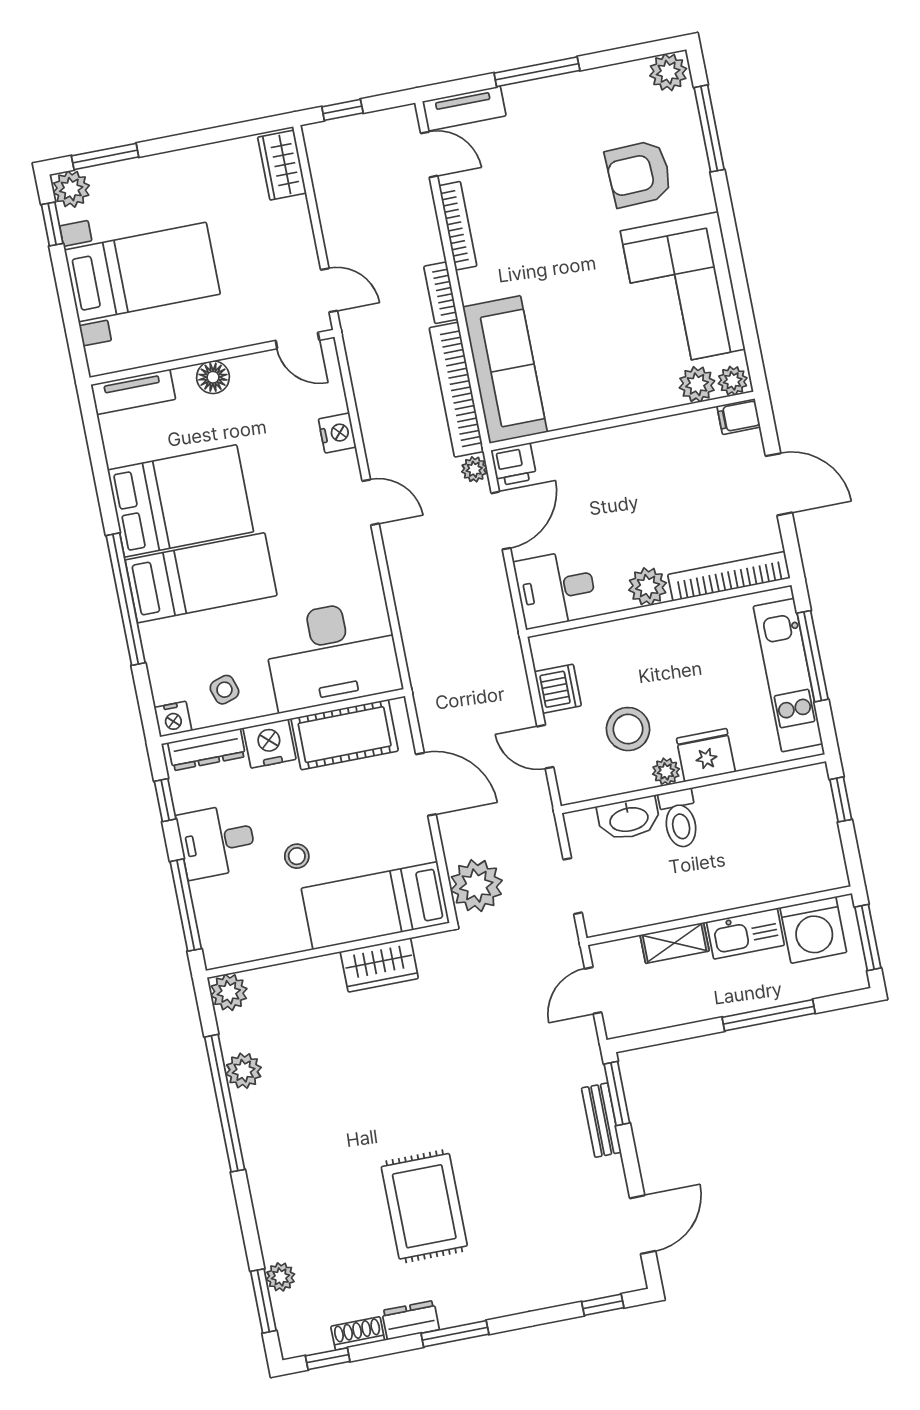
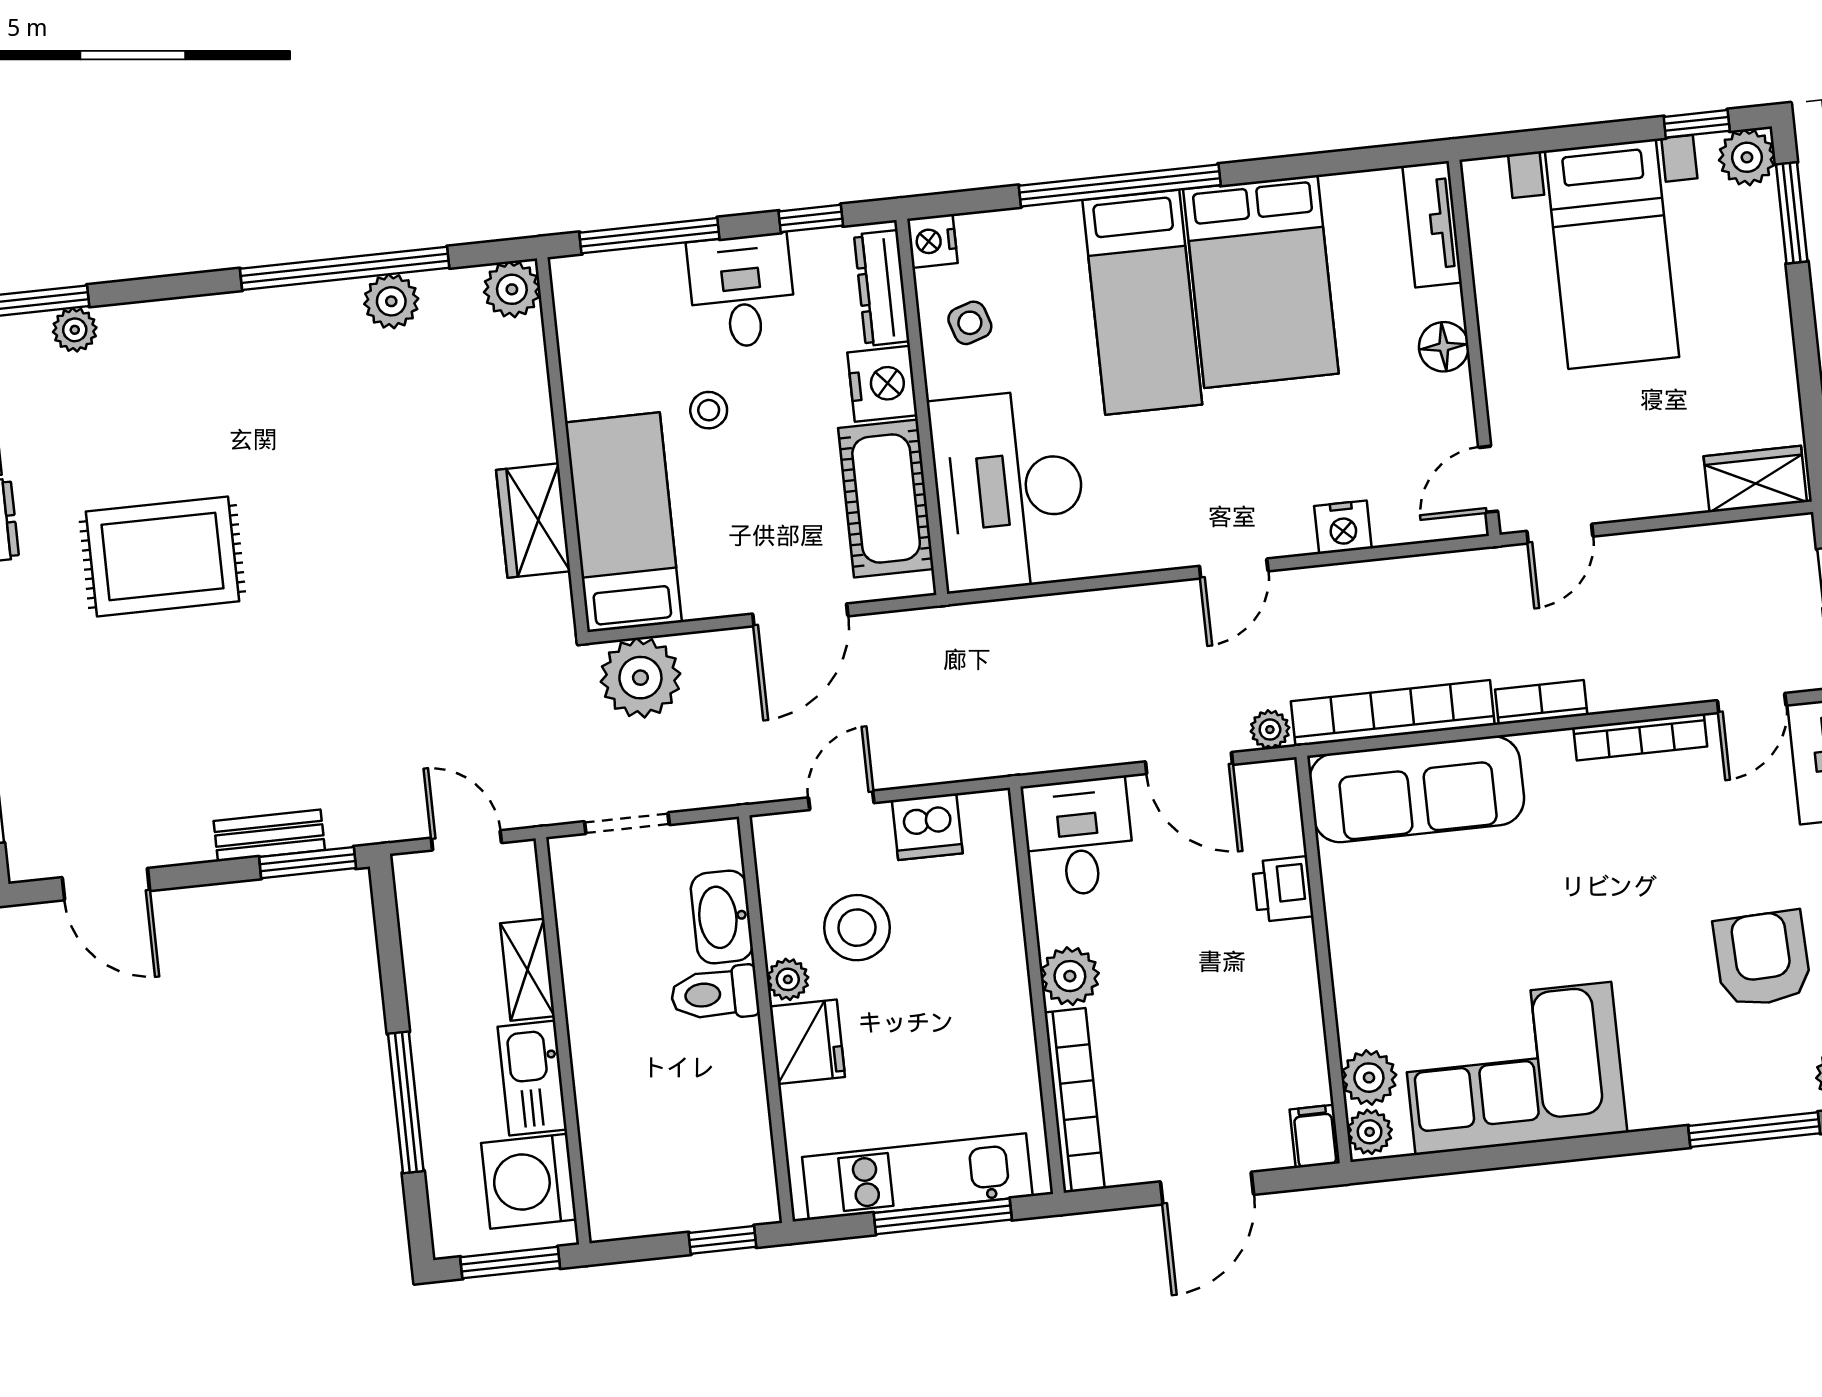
armchair: (639, 174) -> (1762, 959), moved
printer: (514, 464) -> (1283, 889), moved

